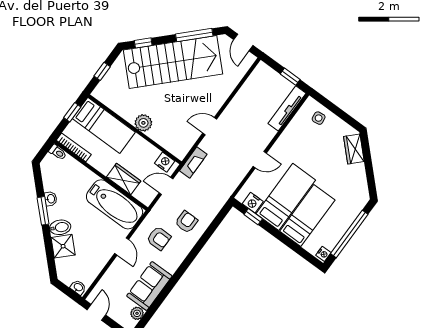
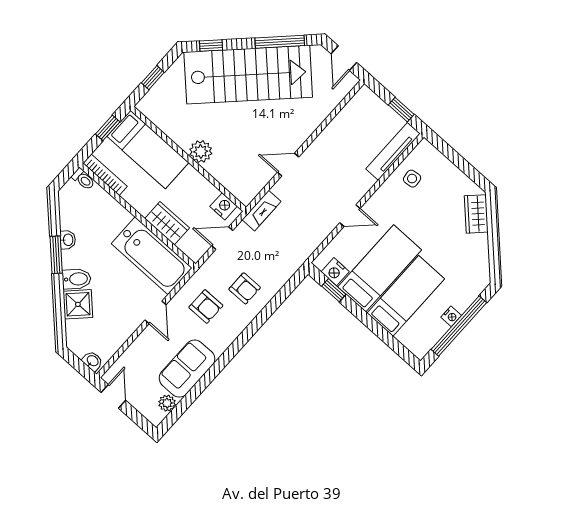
side table: (319, 118) -> (412, 179), moved
armchair: (186, 222) -> (245, 288), turned 90
nightstand: (323, 254) -> (451, 316), moved

